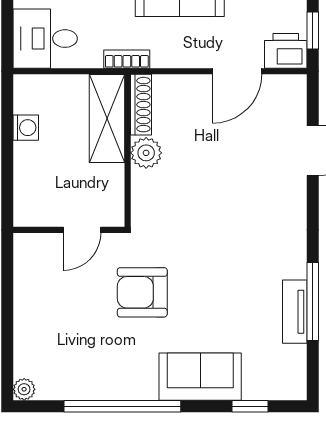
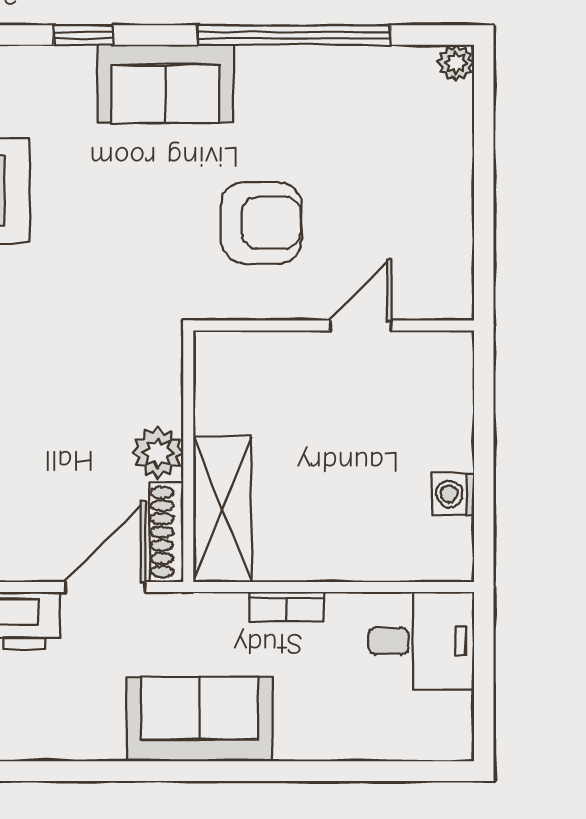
shoe rack: (141, 105) -> (166, 532), moved
shelving: (107, 119) -> (222, 509), moved
wall: (128, 151) -> (188, 456), moved
plant: (146, 153) -> (158, 452), moved

